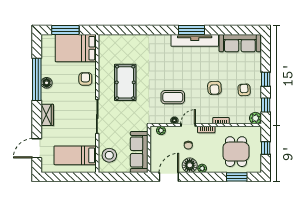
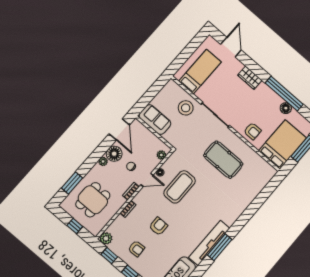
floor lamp: (47, 83) -> (286, 108), moved
armchair: (214, 88) -> (158, 226), turned 93
coffee table: (173, 97) -> (180, 187), width x1.36, depth x1.32
door: (188, 125) -> (147, 180), hinge flipped
sofa: (139, 152) -> (155, 120), width x0.73
dining table: (236, 152) -> (93, 200), turned 90
stool: (109, 155) -> (186, 108), moved

